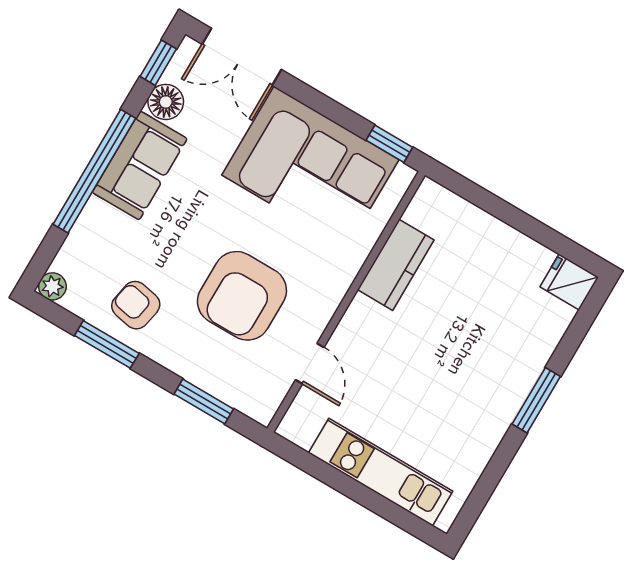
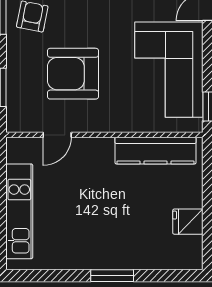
kitchen counter: (396, 265) -> (156, 151), width x1.50
fridge: (569, 282) -> (188, 222), moved, turned -90

